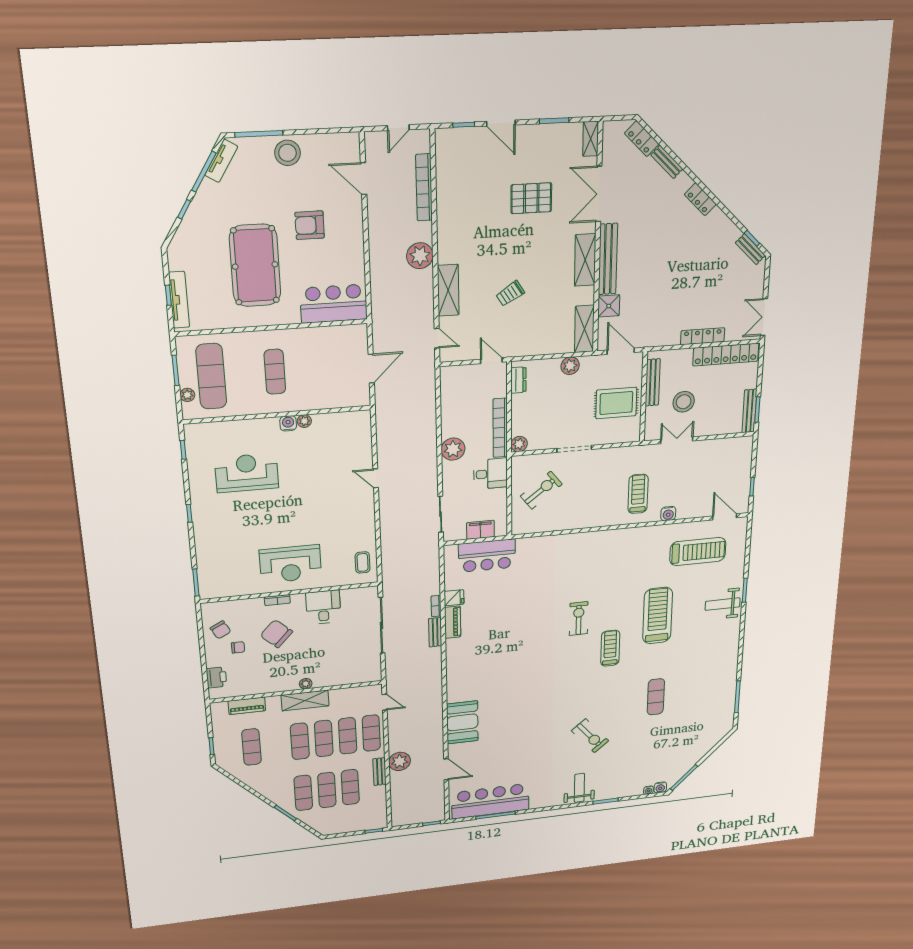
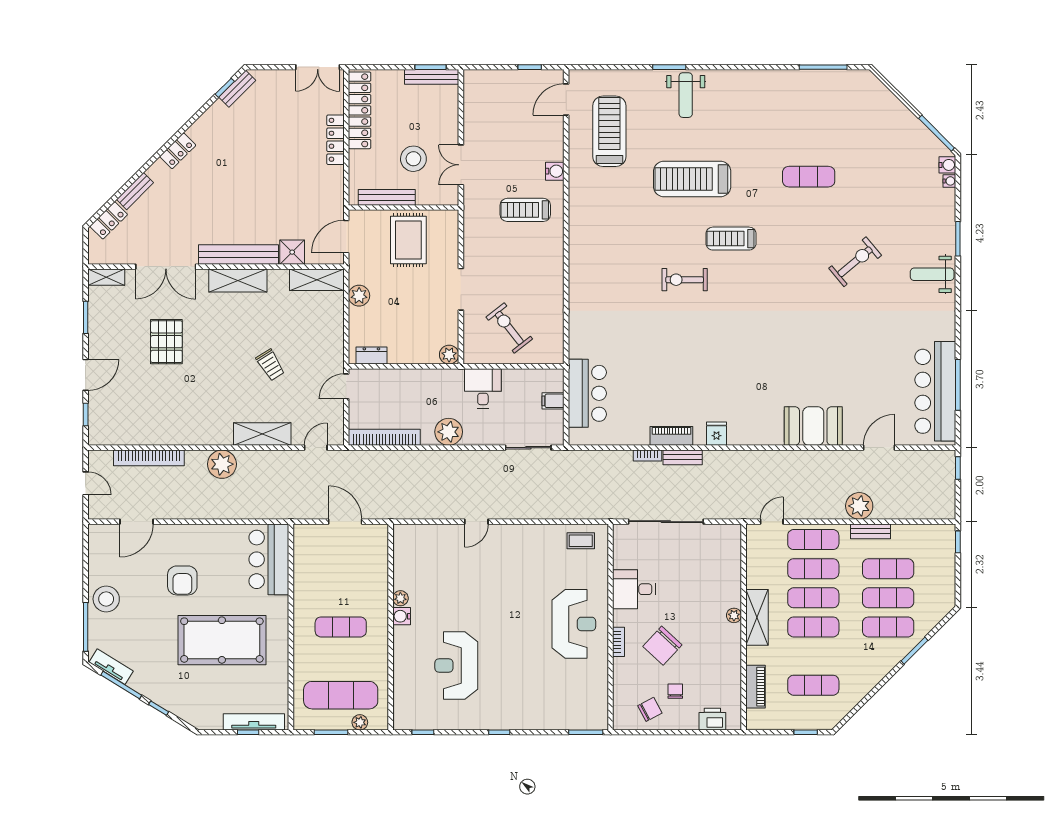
bookcase: (500, 428) -> (384, 437), moved, turned 180
filing cabinet: (480, 530) -> (553, 401), width x0.50
fridge: (454, 598) -> (716, 434), moved

